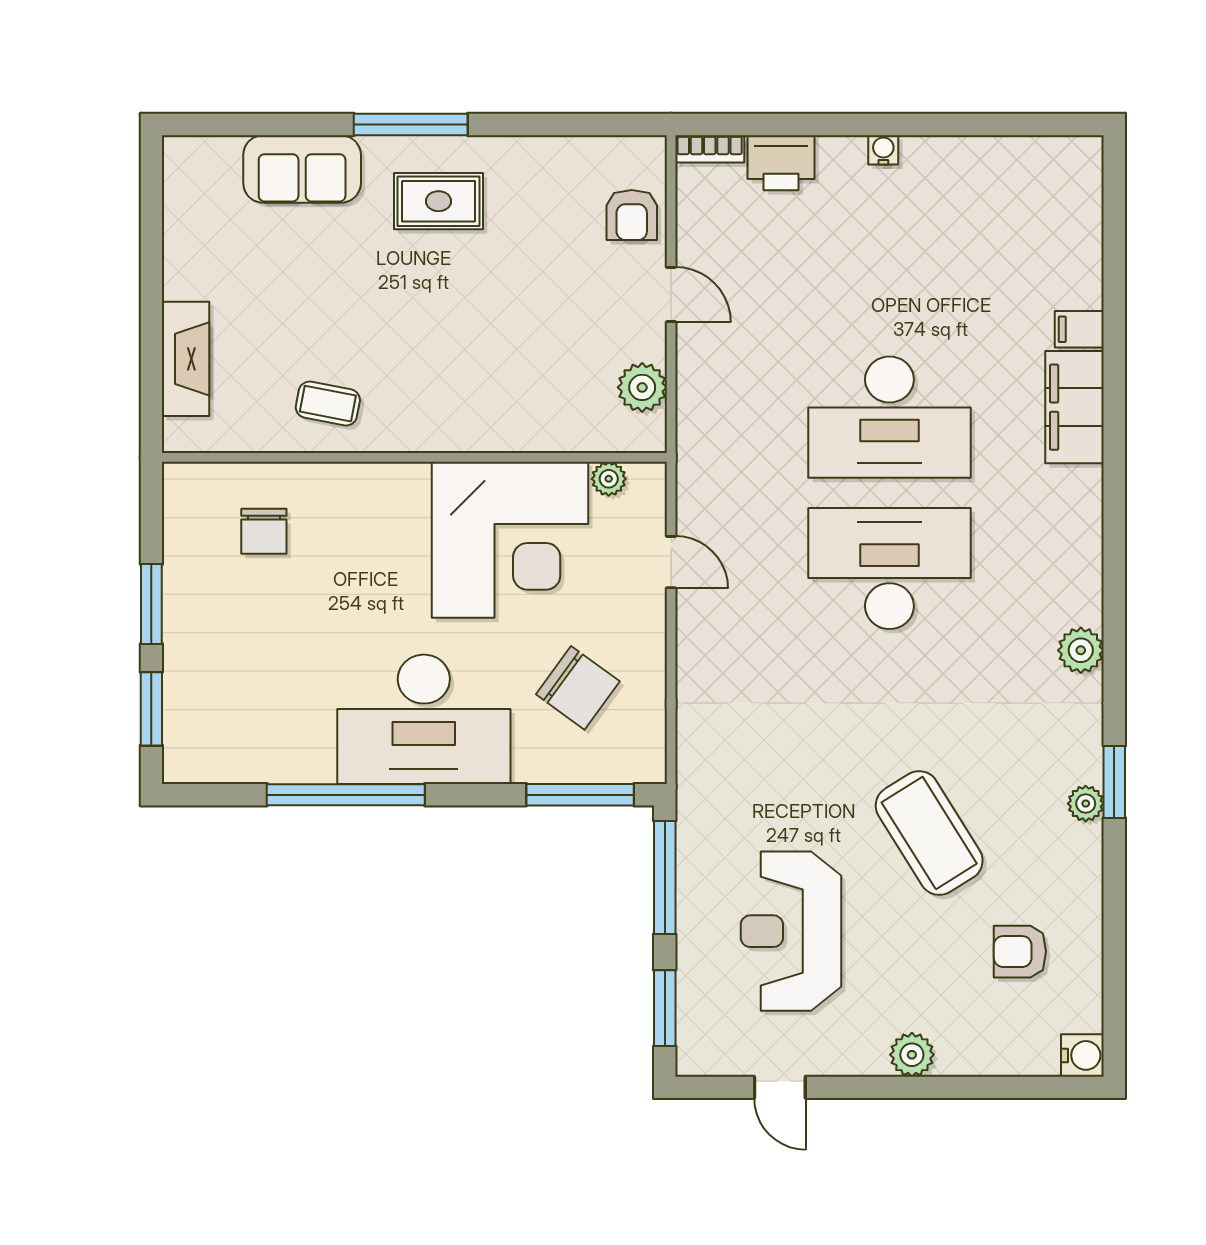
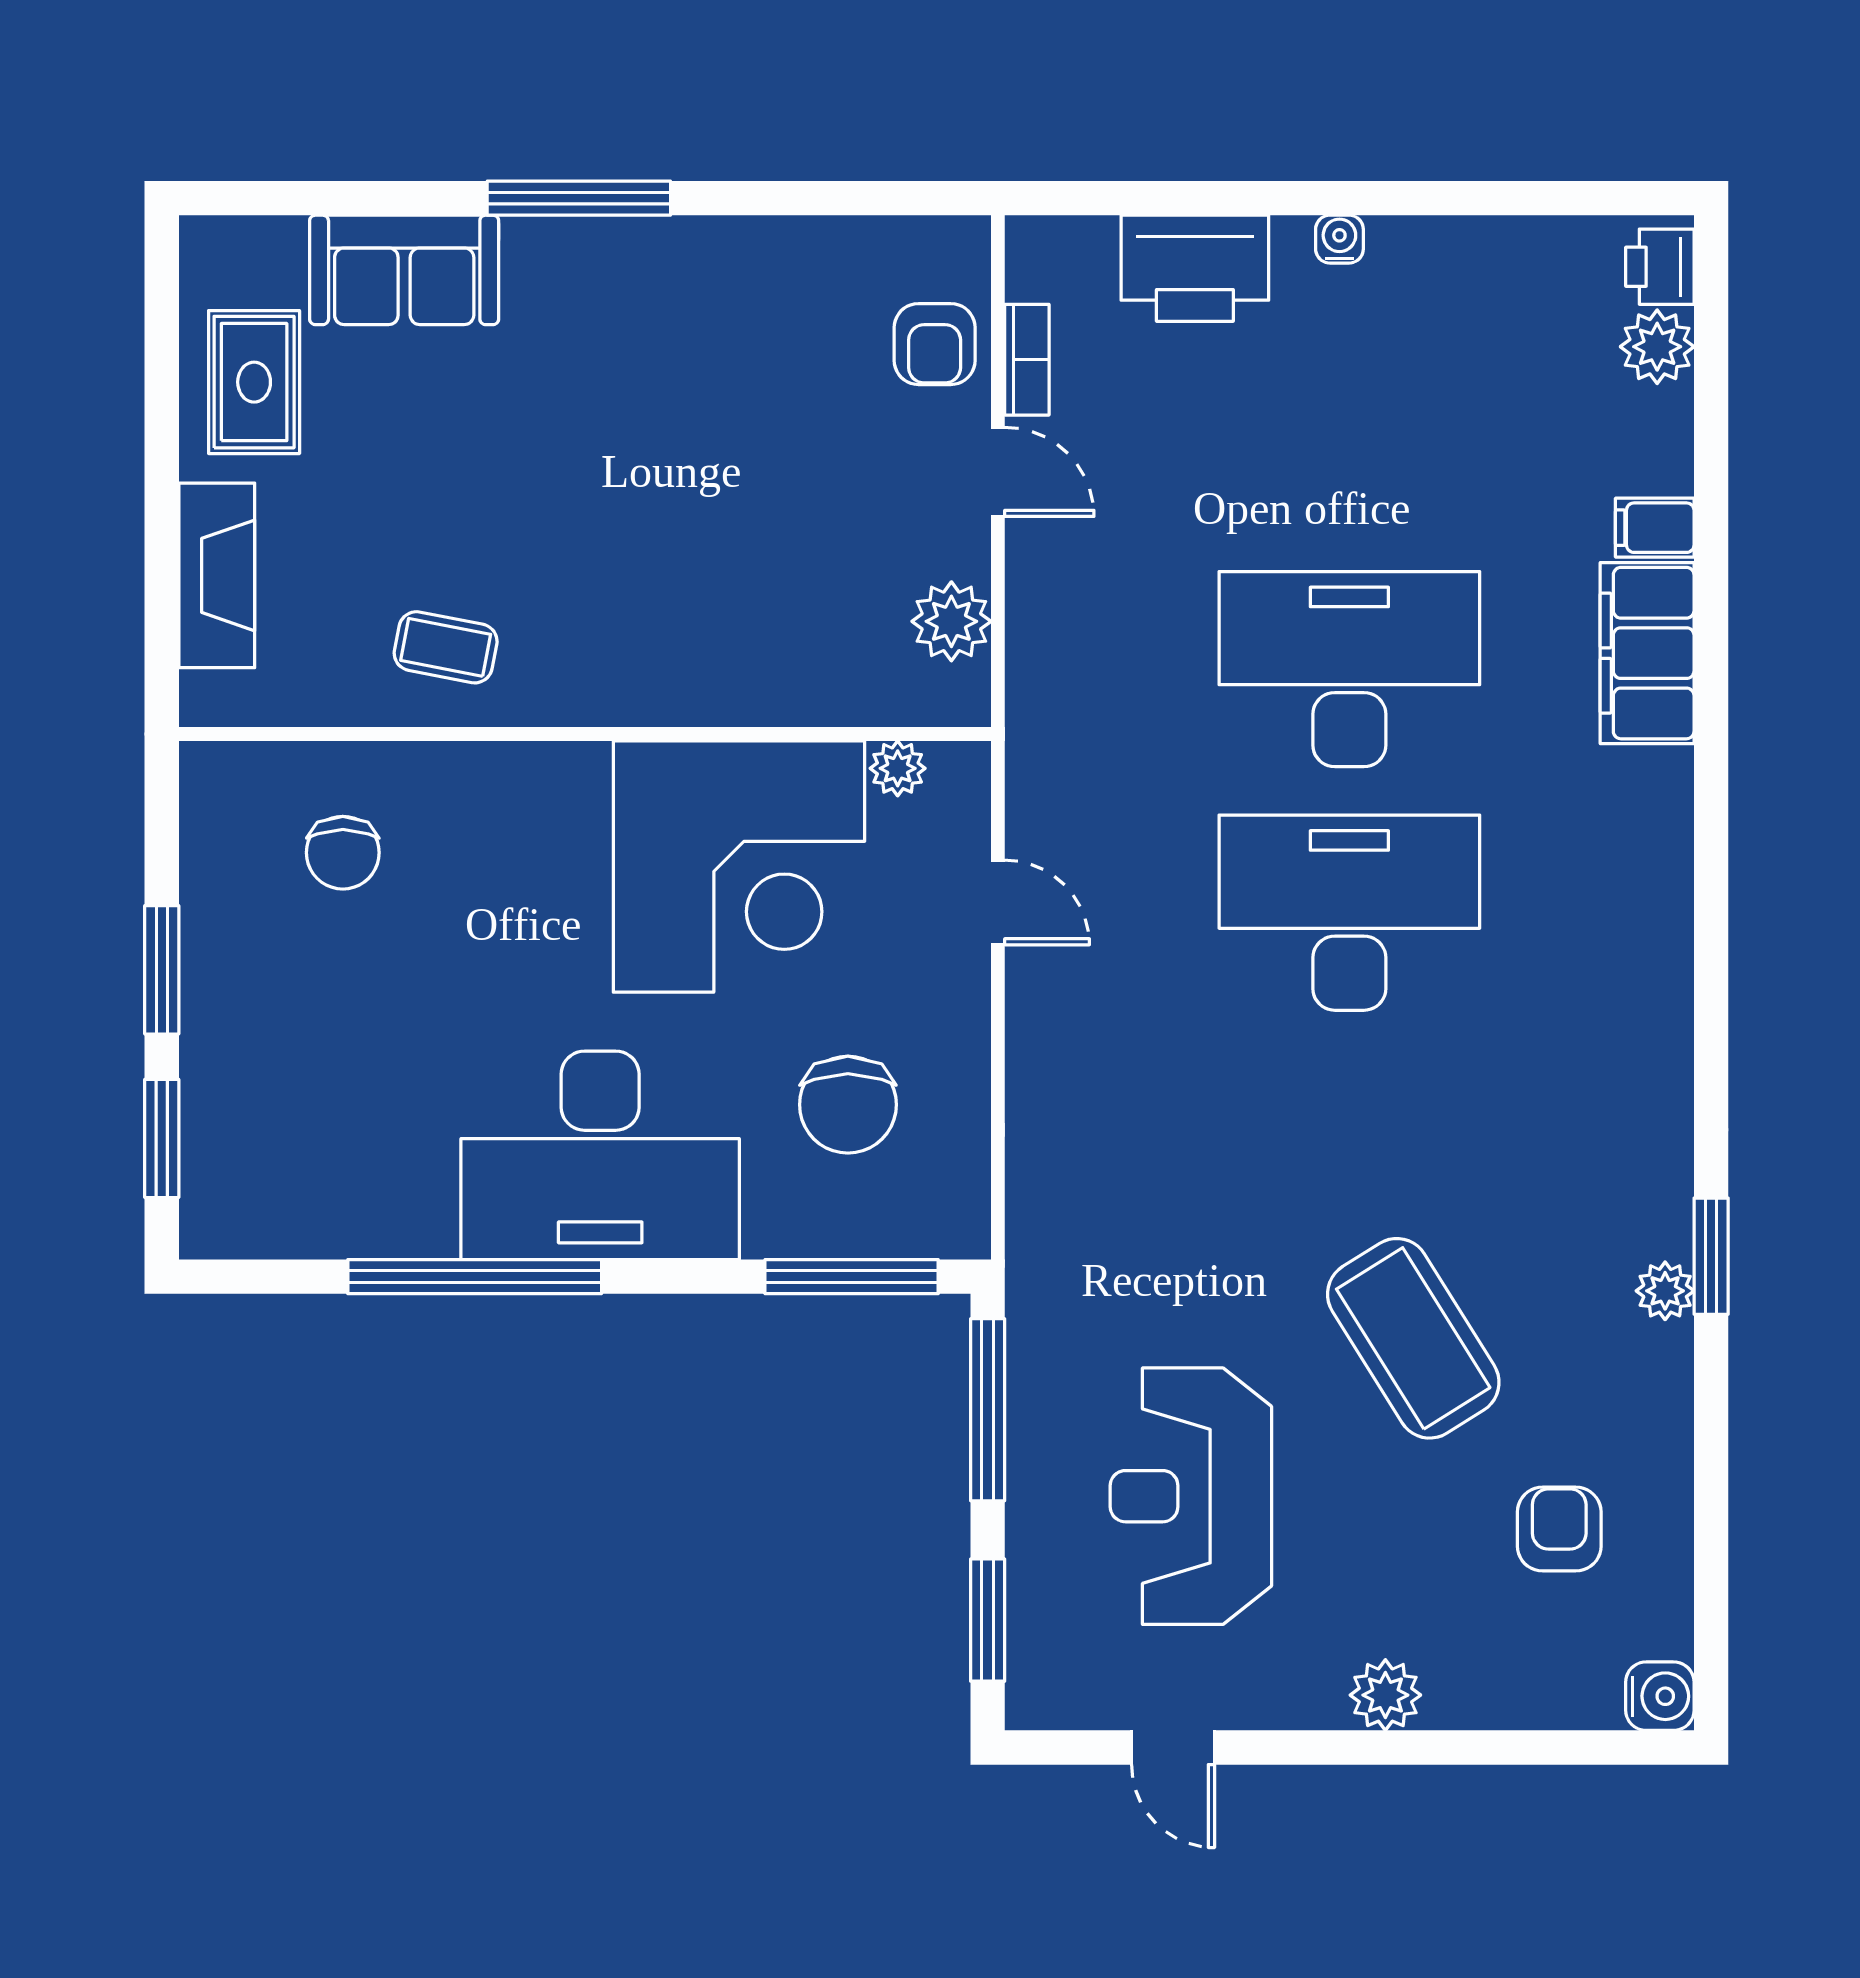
bookcase: (710, 149) -> (1027, 360), moved, turned -90
printer: (781, 163) -> (1195, 268), width x1.37, depth x1.19
printer: (1082, 167) -> (1660, 267), added
rug: (438, 201) -> (254, 382), moved, turned 90
desk: (889, 417) -> (1349, 669), turned 180
plant: (1081, 650) -> (1657, 347), moved
chair: (578, 688) -> (848, 1105), turned 54
armchair: (1020, 952) -> (1559, 1529), turned 90

